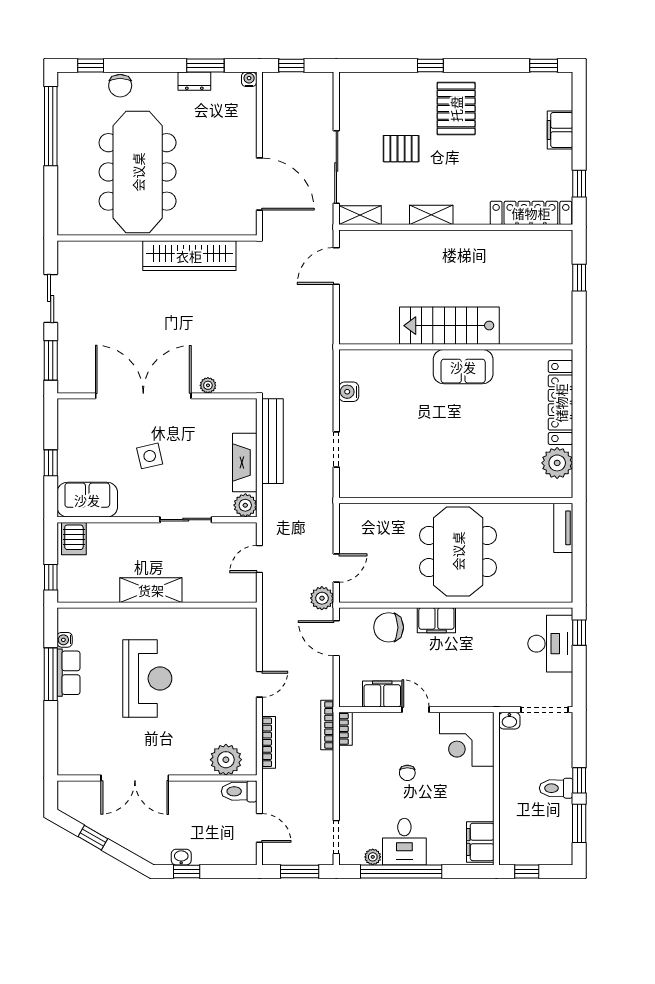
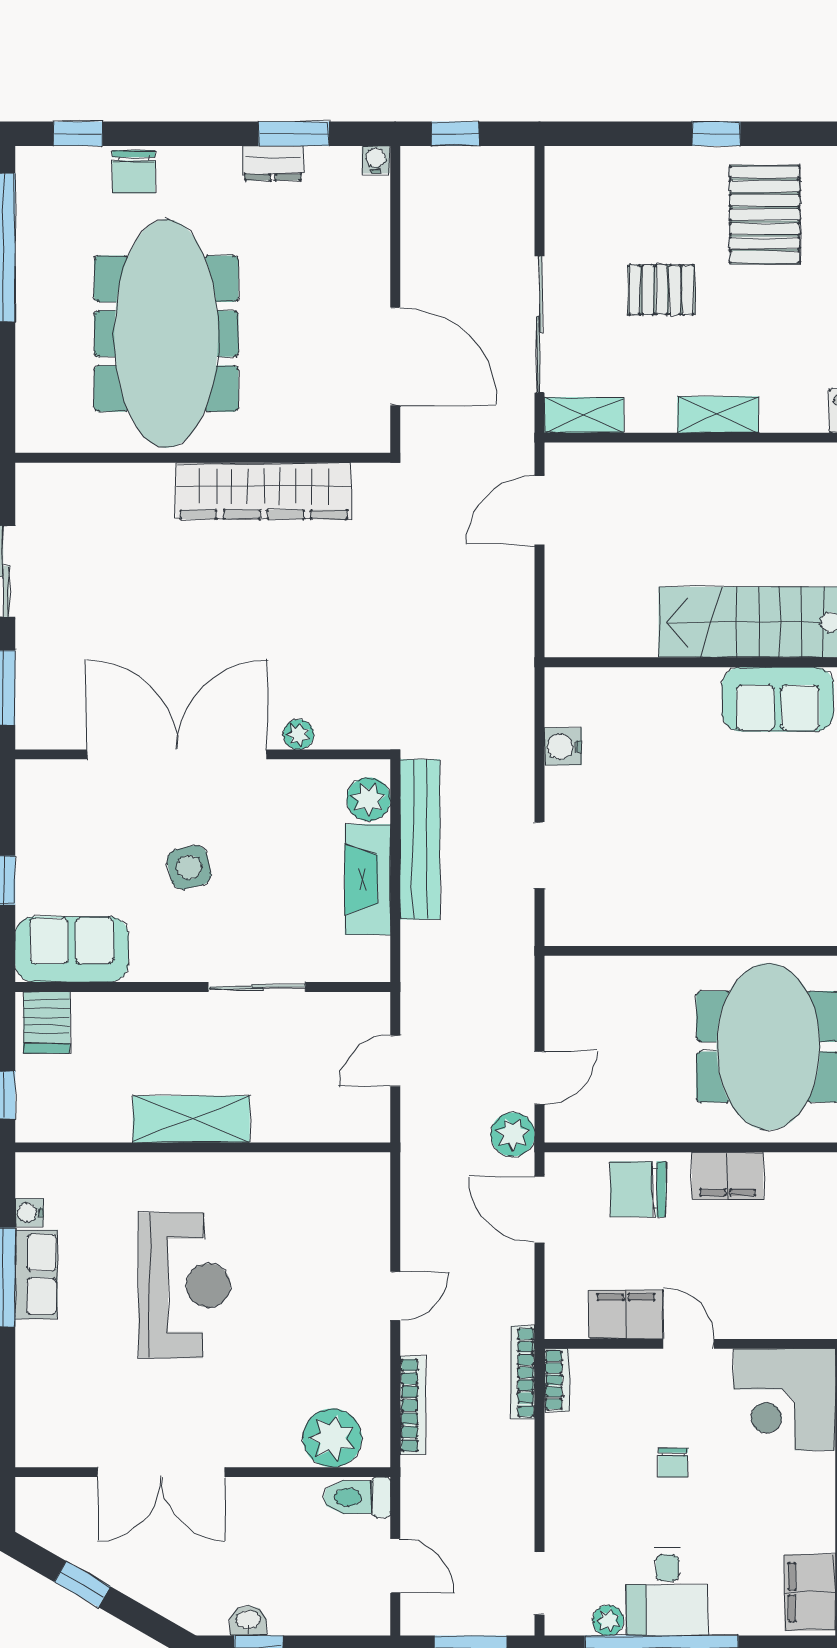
plant: (245, 505) -> (369, 799), moved

